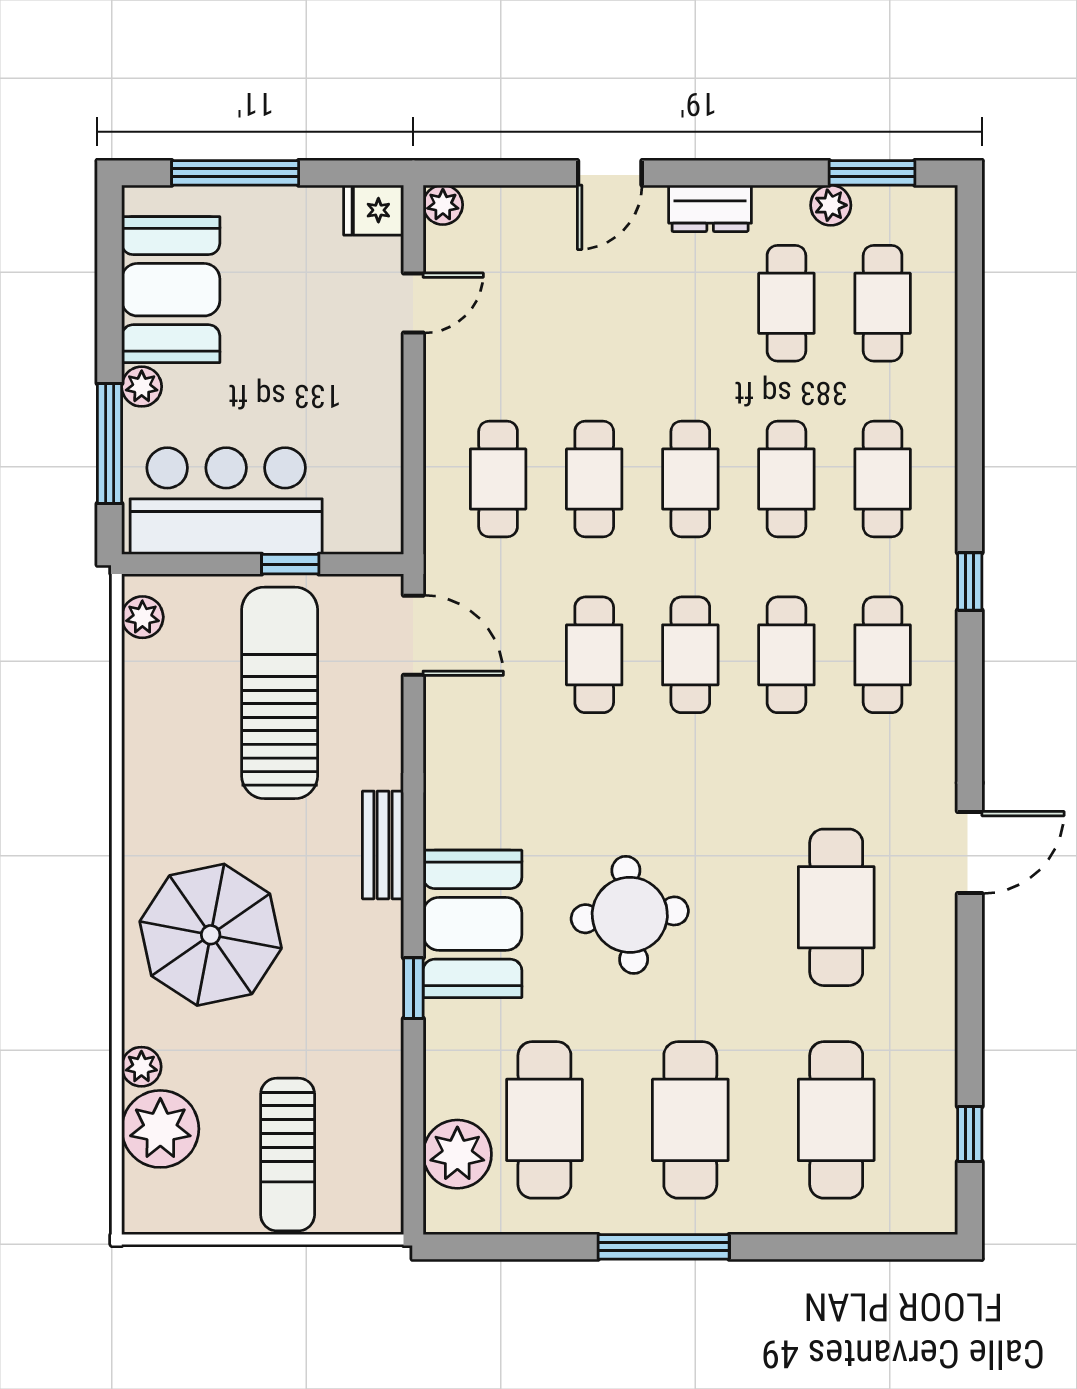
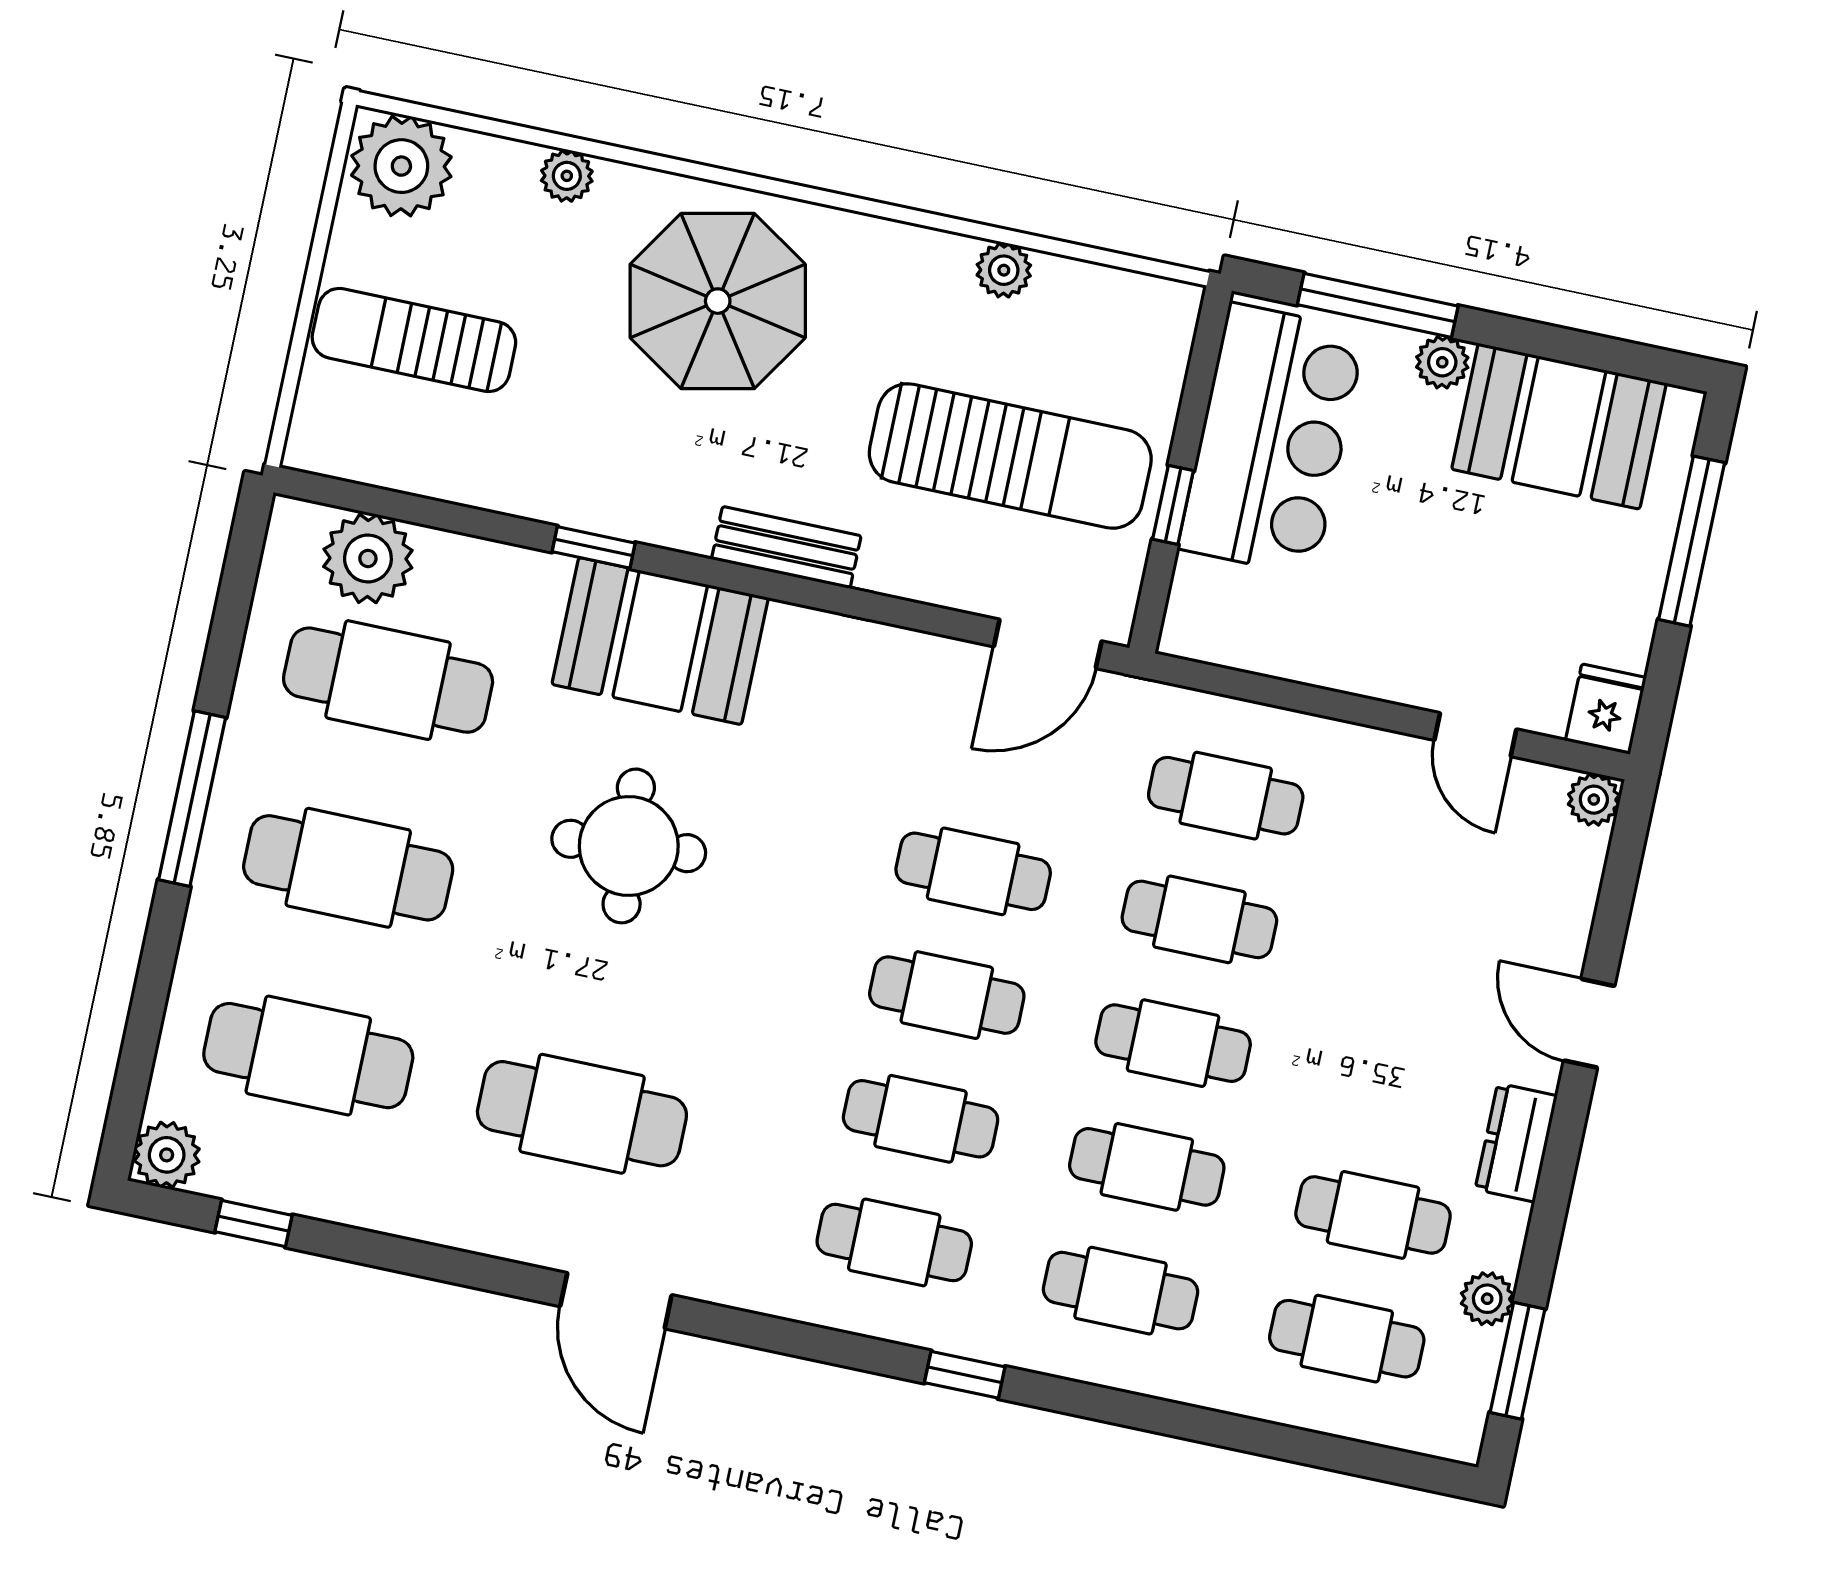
plant: (142, 617) -> (1004, 270), moved
plant: (160, 1129) -> (401, 166), moved
plant: (932, 1210) -> (167, 1155), added

